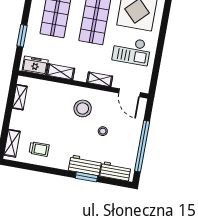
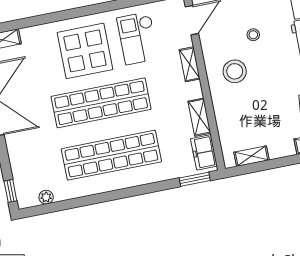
window: (22, 36) -> (195, 179), moved
checkout: (132, 51) -> (138, 38), turned 180

